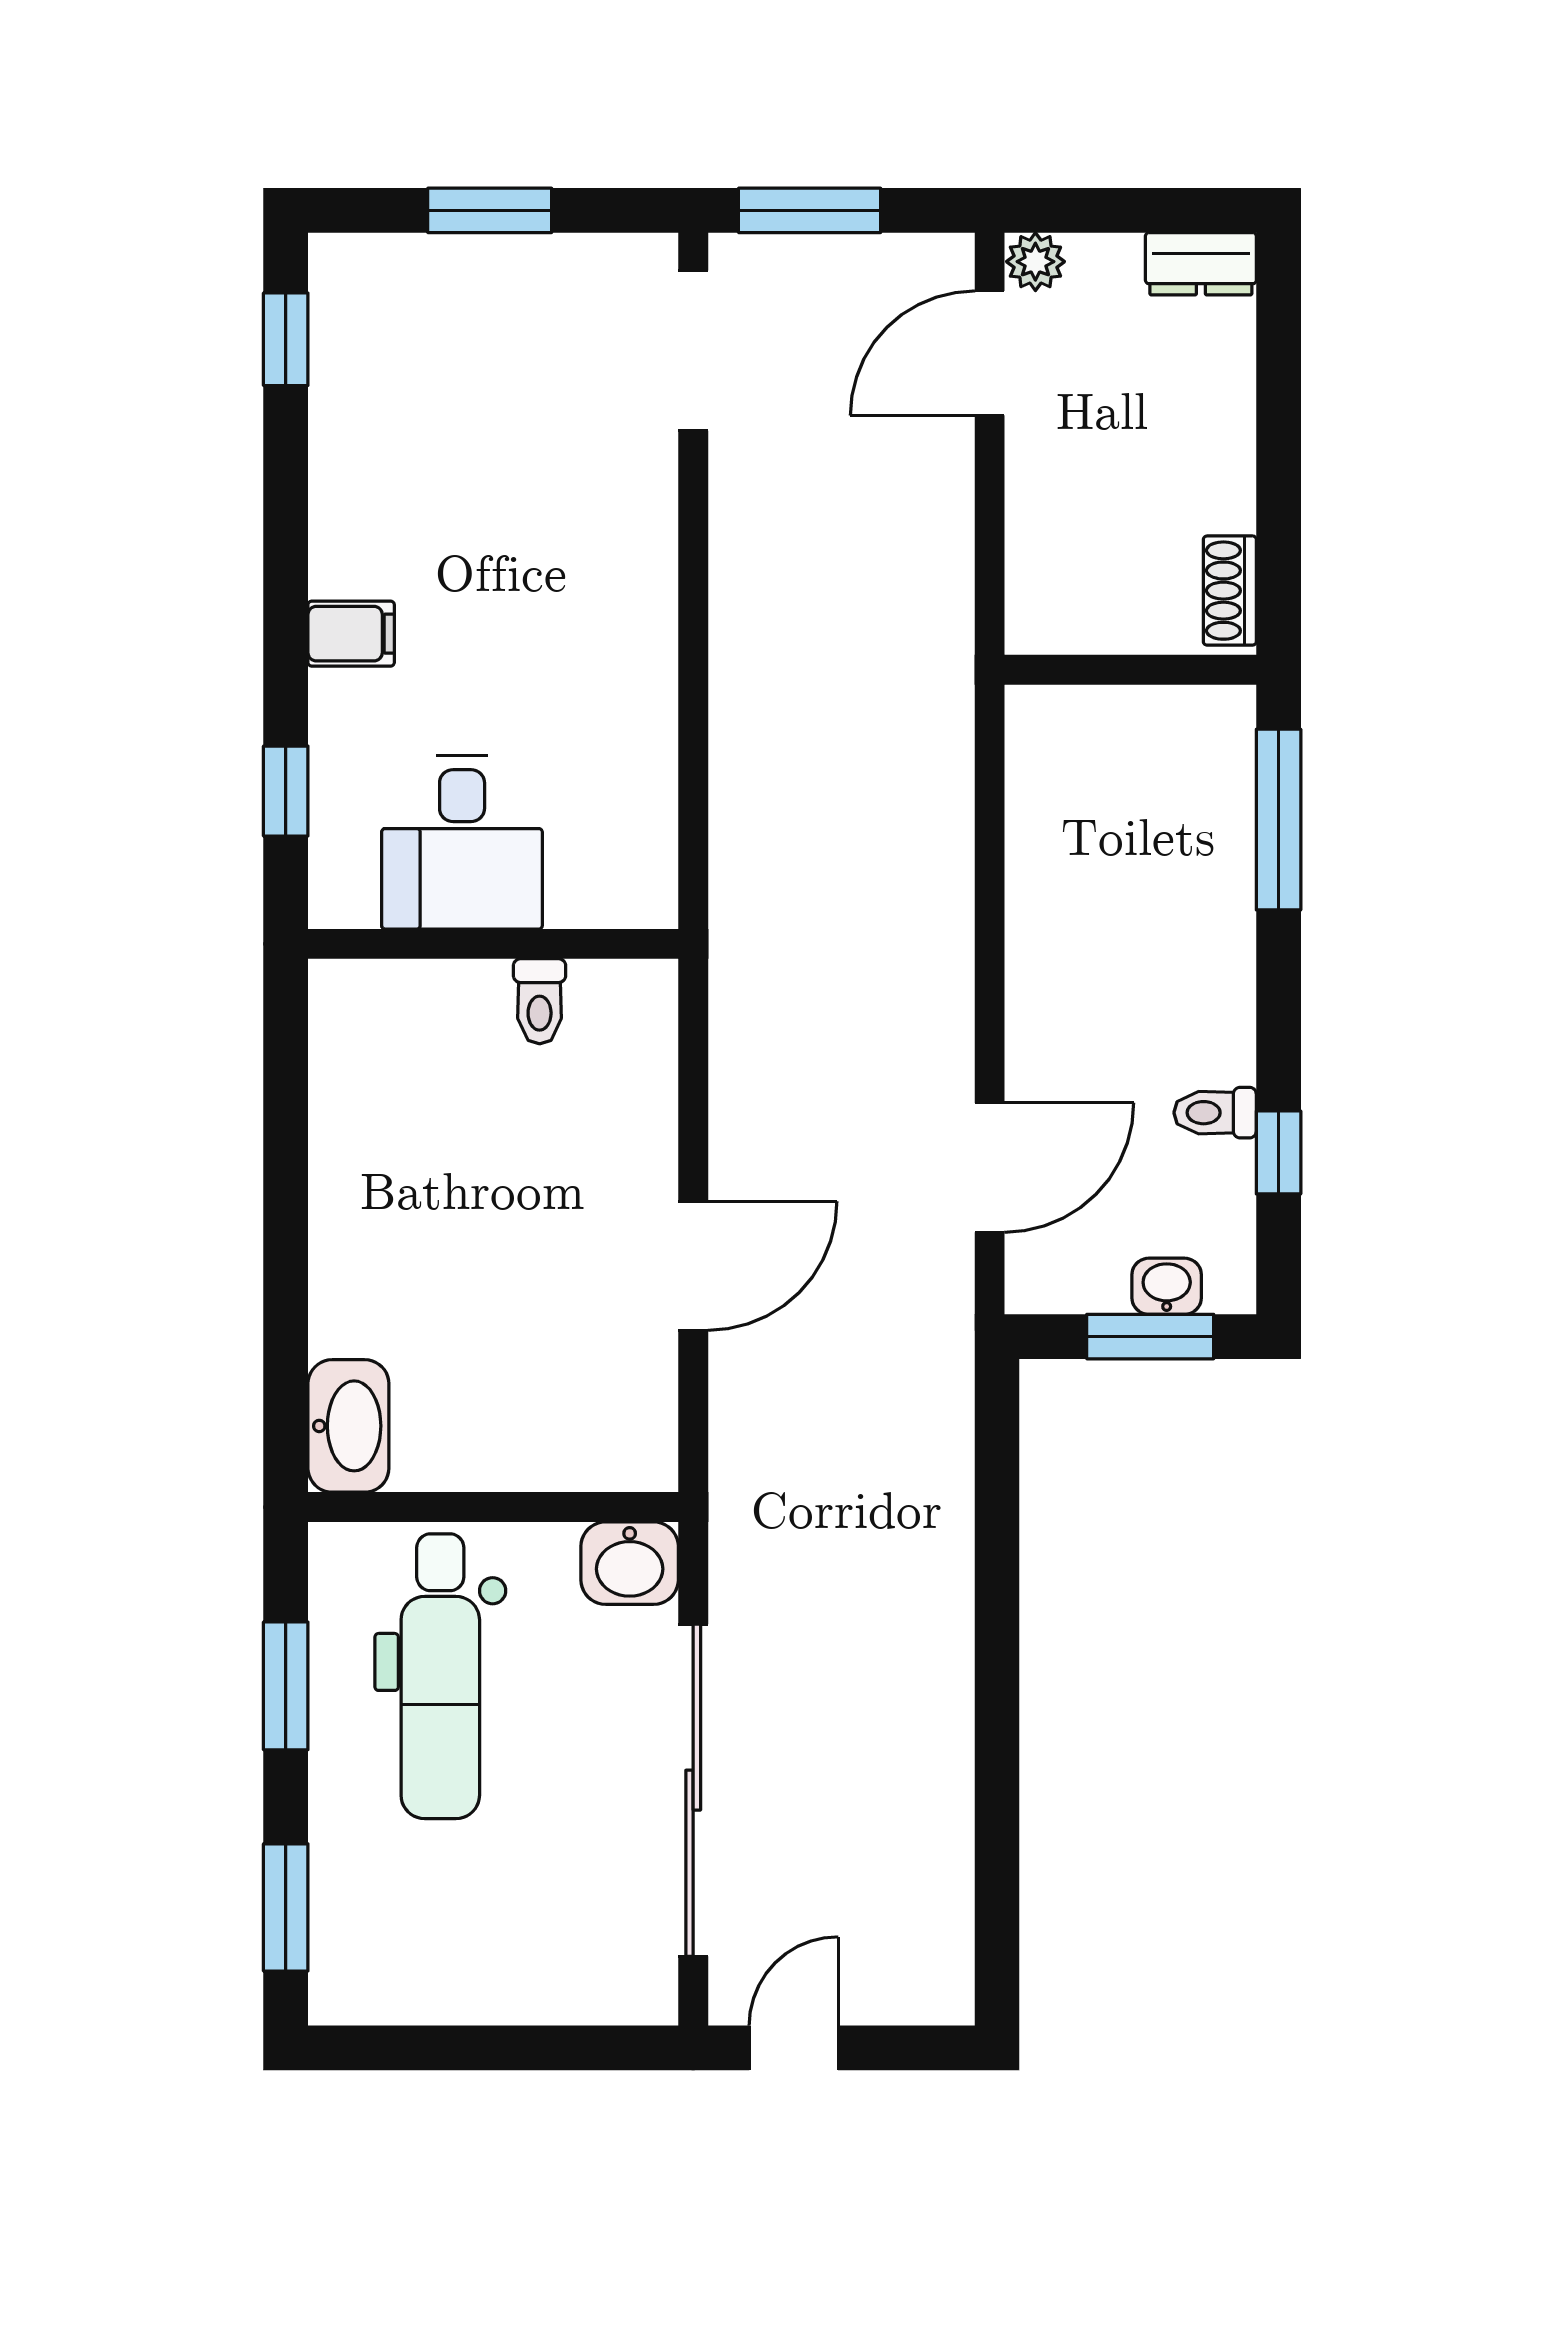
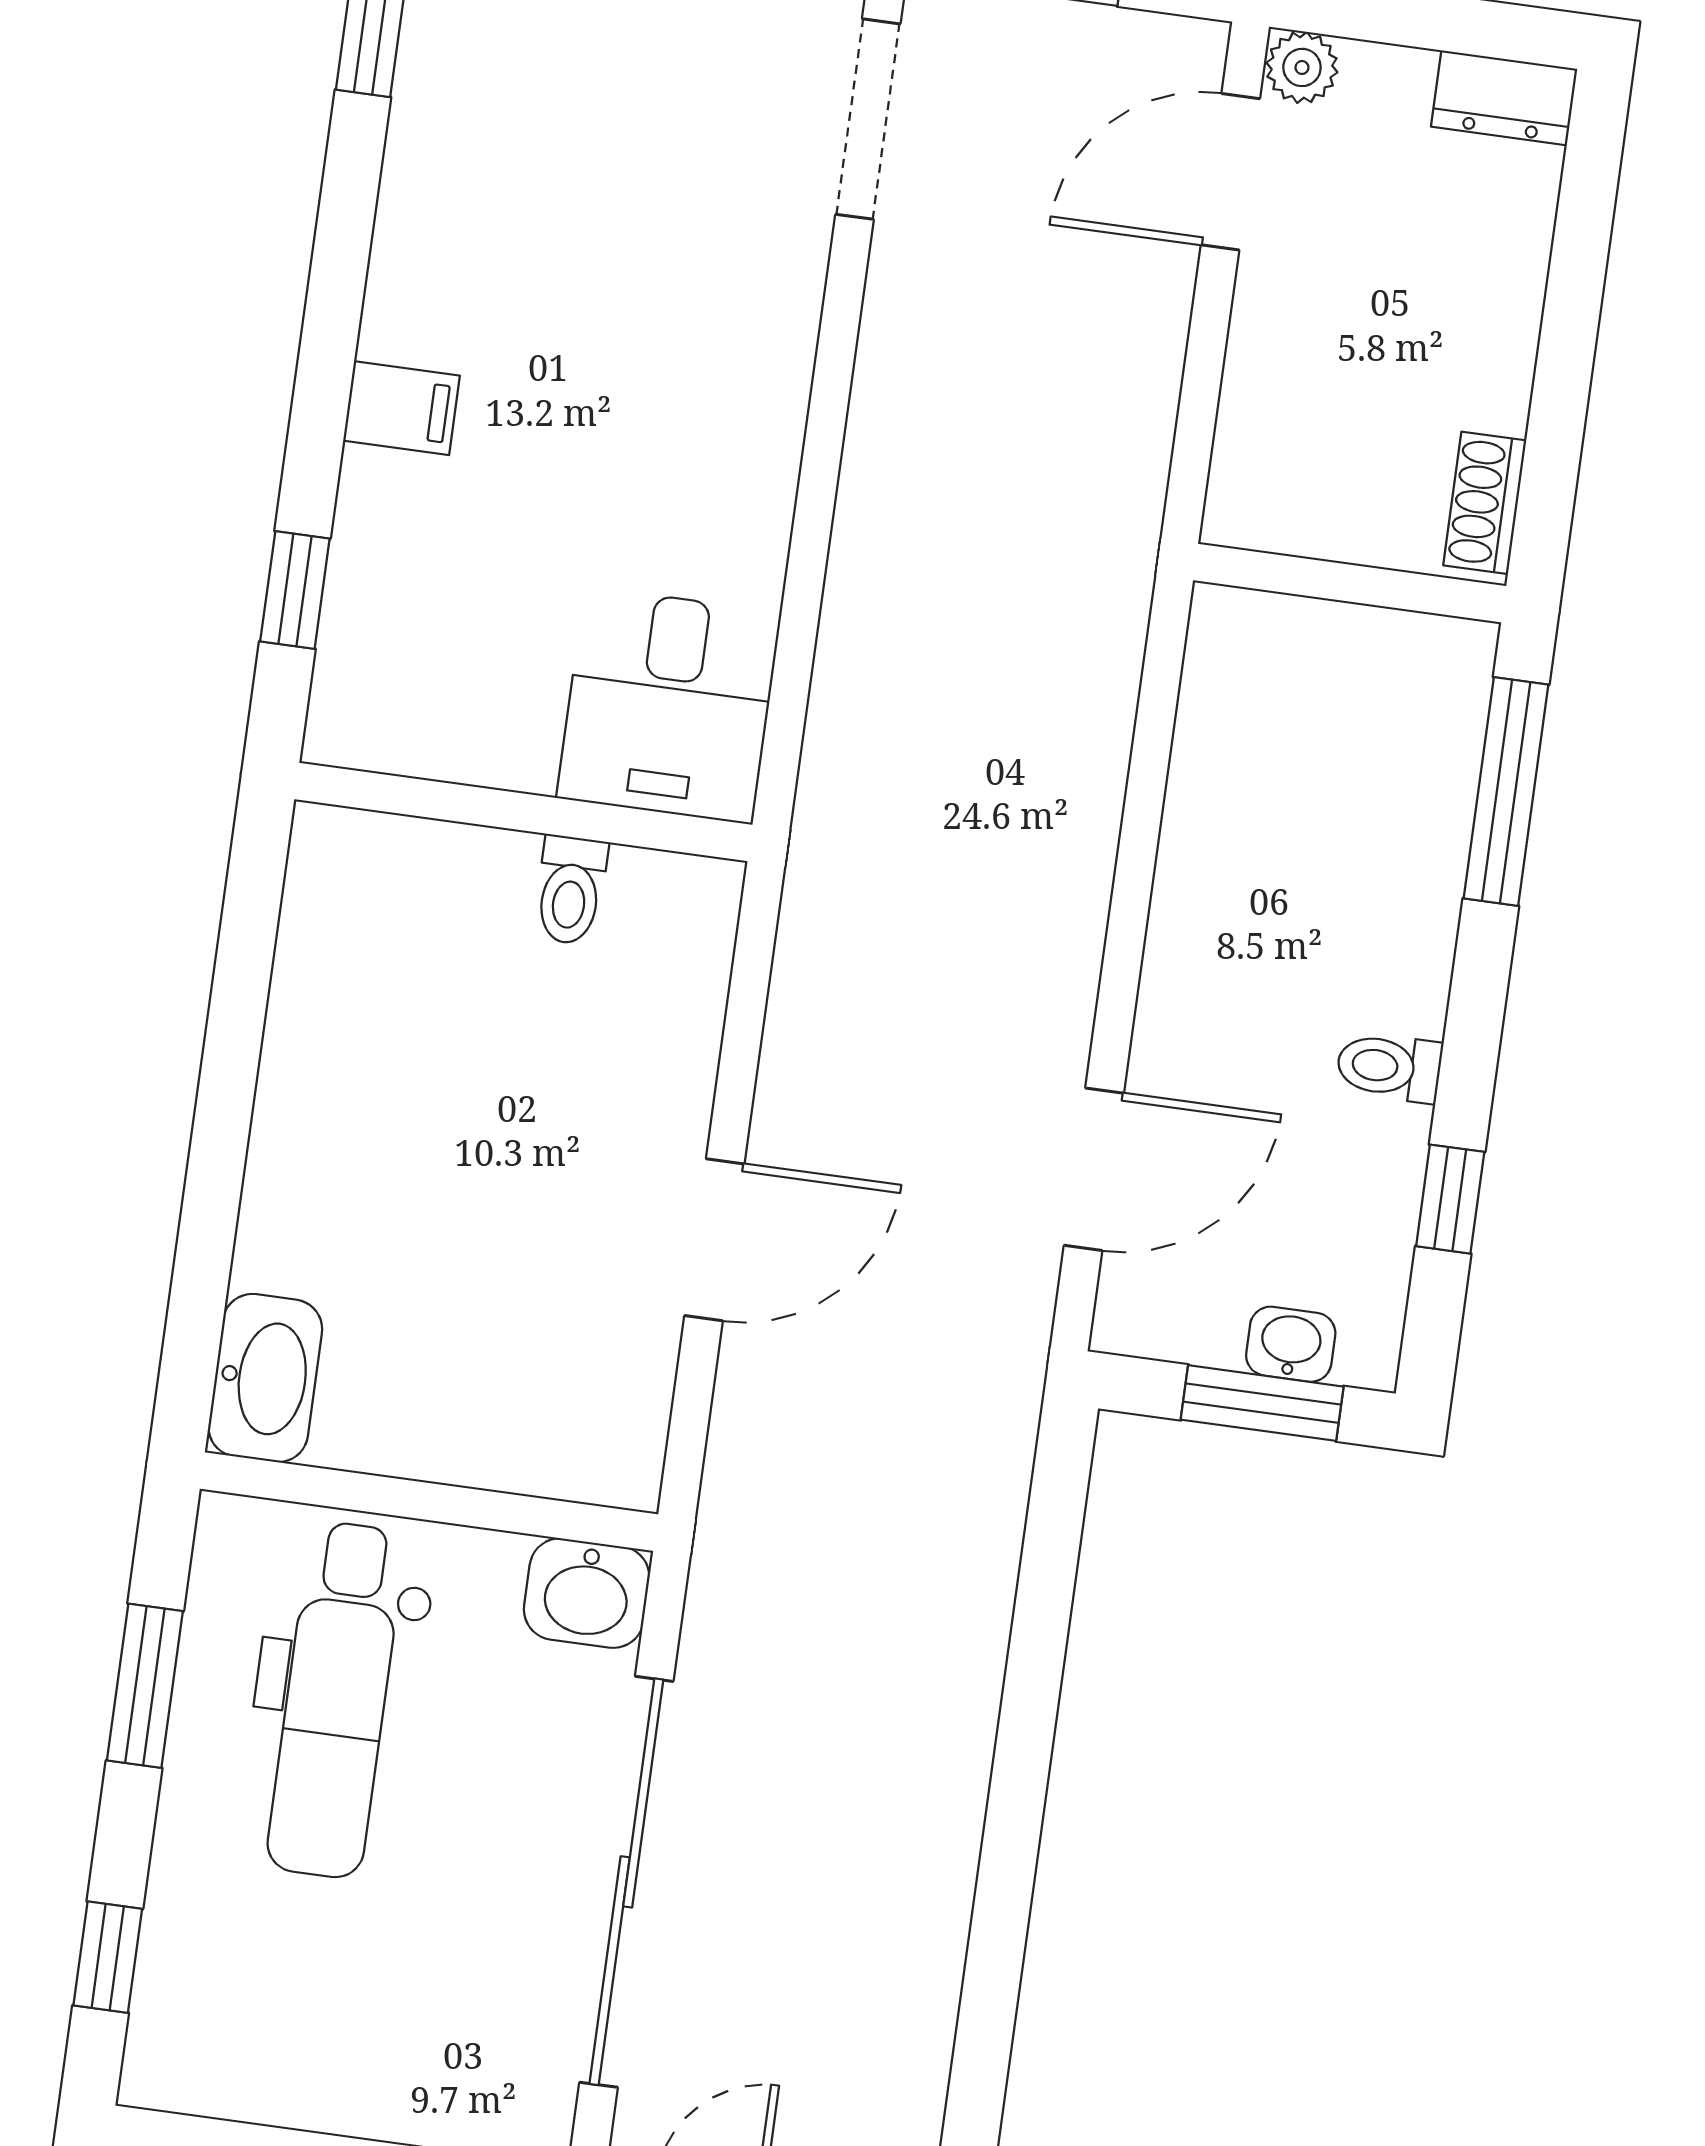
desk: (462, 842) -> (669, 705), moved
toilet: (1215, 1113) -> (1389, 1067), moved
window: (286, 1907) -> (108, 1957), width x0.67

